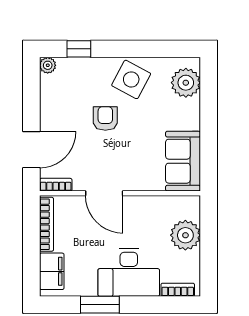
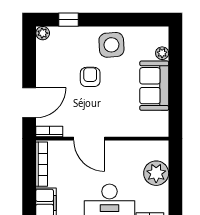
side table: (131, 79) -> (111, 45), turned -32
plant: (186, 83) -> (162, 53), width x0.53, depth x0.53
sofa: (183, 161) -> (154, 86), moved

